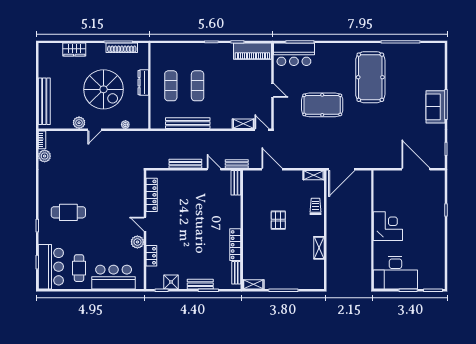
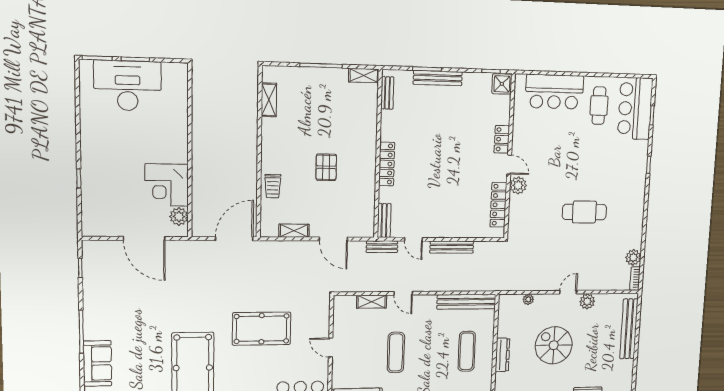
exercise mat: (198, 86) -> (396, 352), moved
spiral stairs: (104, 89) -> (554, 345), width x0.73, depth x0.73
sofa: (436, 107) -> (97, 363), moved
bench: (188, 123) -> (466, 302), moved
door: (262, 130) -> (403, 293), moved
door: (416, 169) -> (144, 238), moved
shelving: (314, 175) -> (294, 231), moved
plant: (380, 185) -> (179, 217), added
cafe table: (68, 212) -> (584, 212), moved
corner desk: (388, 226) -> (167, 185), moved
plant: (137, 242) -> (518, 185), moved
locker: (235, 245) -> (387, 164), moved
shelving: (319, 248) -> (269, 100), moved
locker: (151, 256) -> (502, 139), moved
desk: (395, 273) -> (128, 86), moved
shower: (171, 282) -> (502, 84), moved
bench: (200, 284) -> (438, 78), width x1.36

